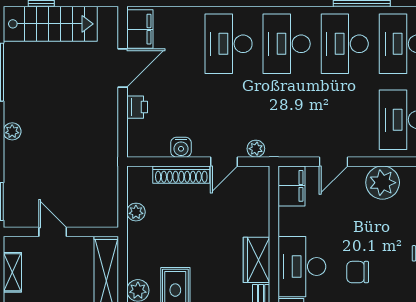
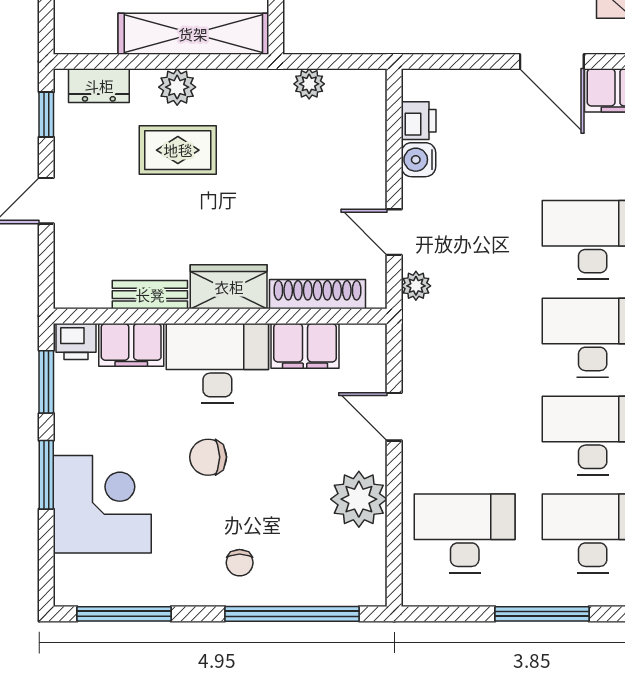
printer: (137, 107) -> (419, 121), moved, turned -90
shoe rack: (181, 175) -> (317, 294), moved, turned 90
filing cabinet: (292, 186) -> (305, 346), moved
chair: (358, 272) -> (208, 457), turned -90

